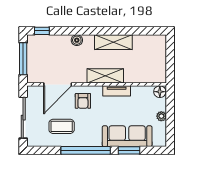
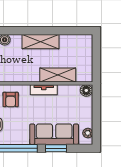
shelving: (105, 76) -> (58, 75), moved
plant: (161, 116) -> (88, 133), moved

